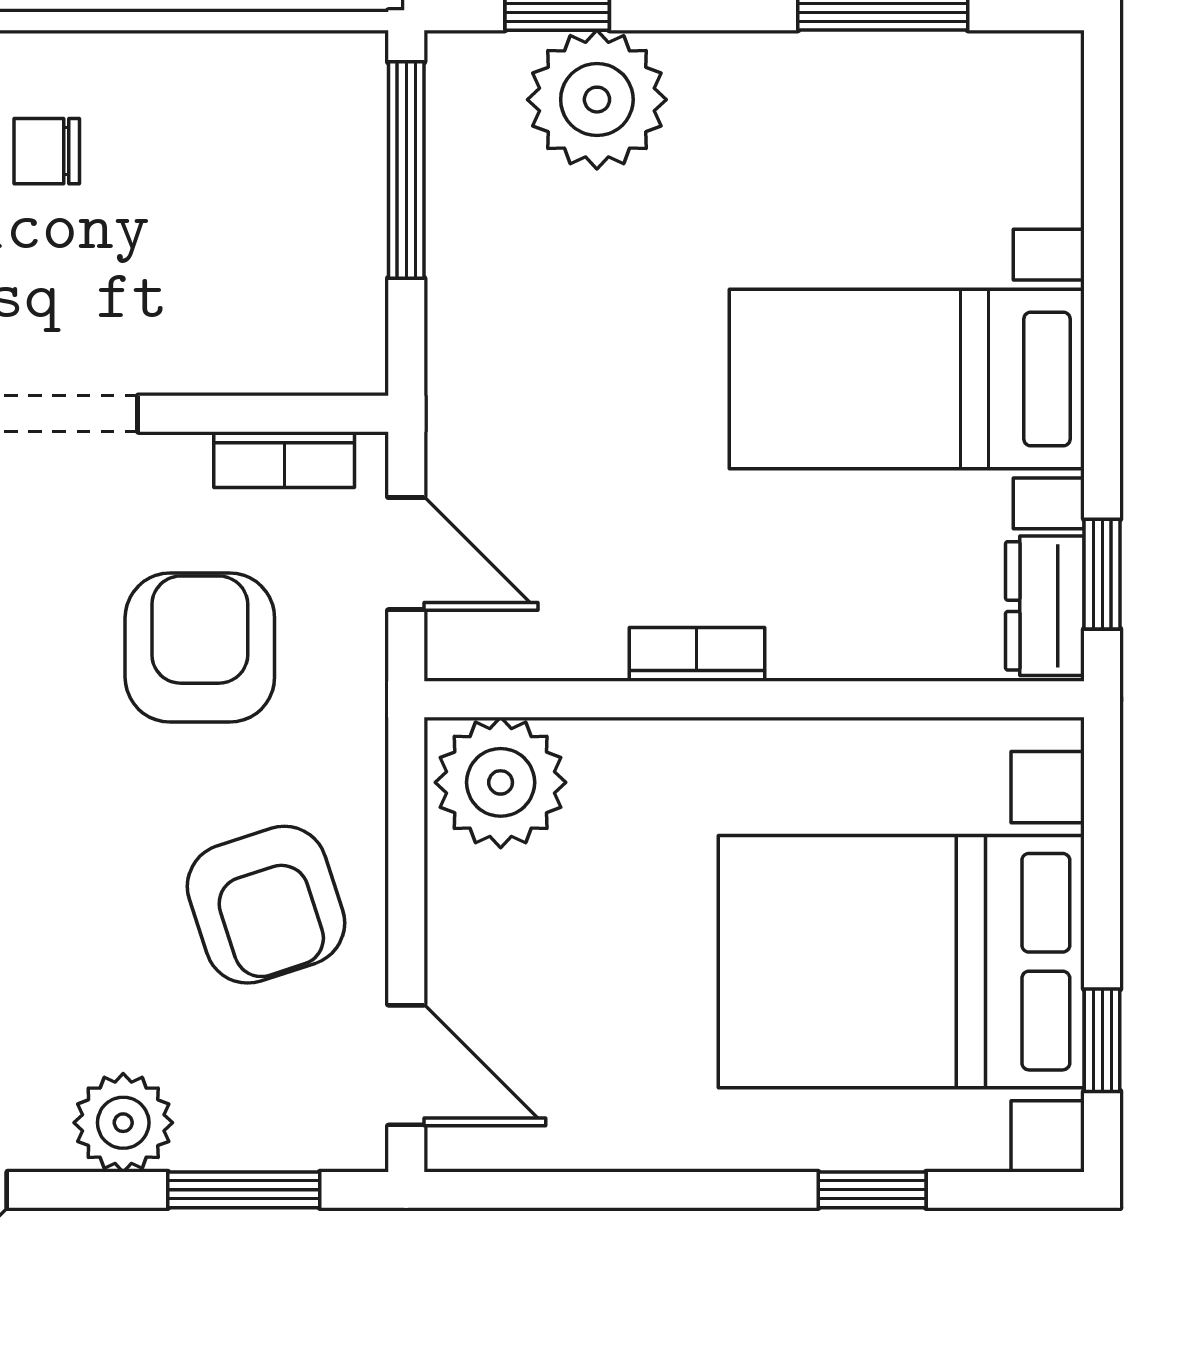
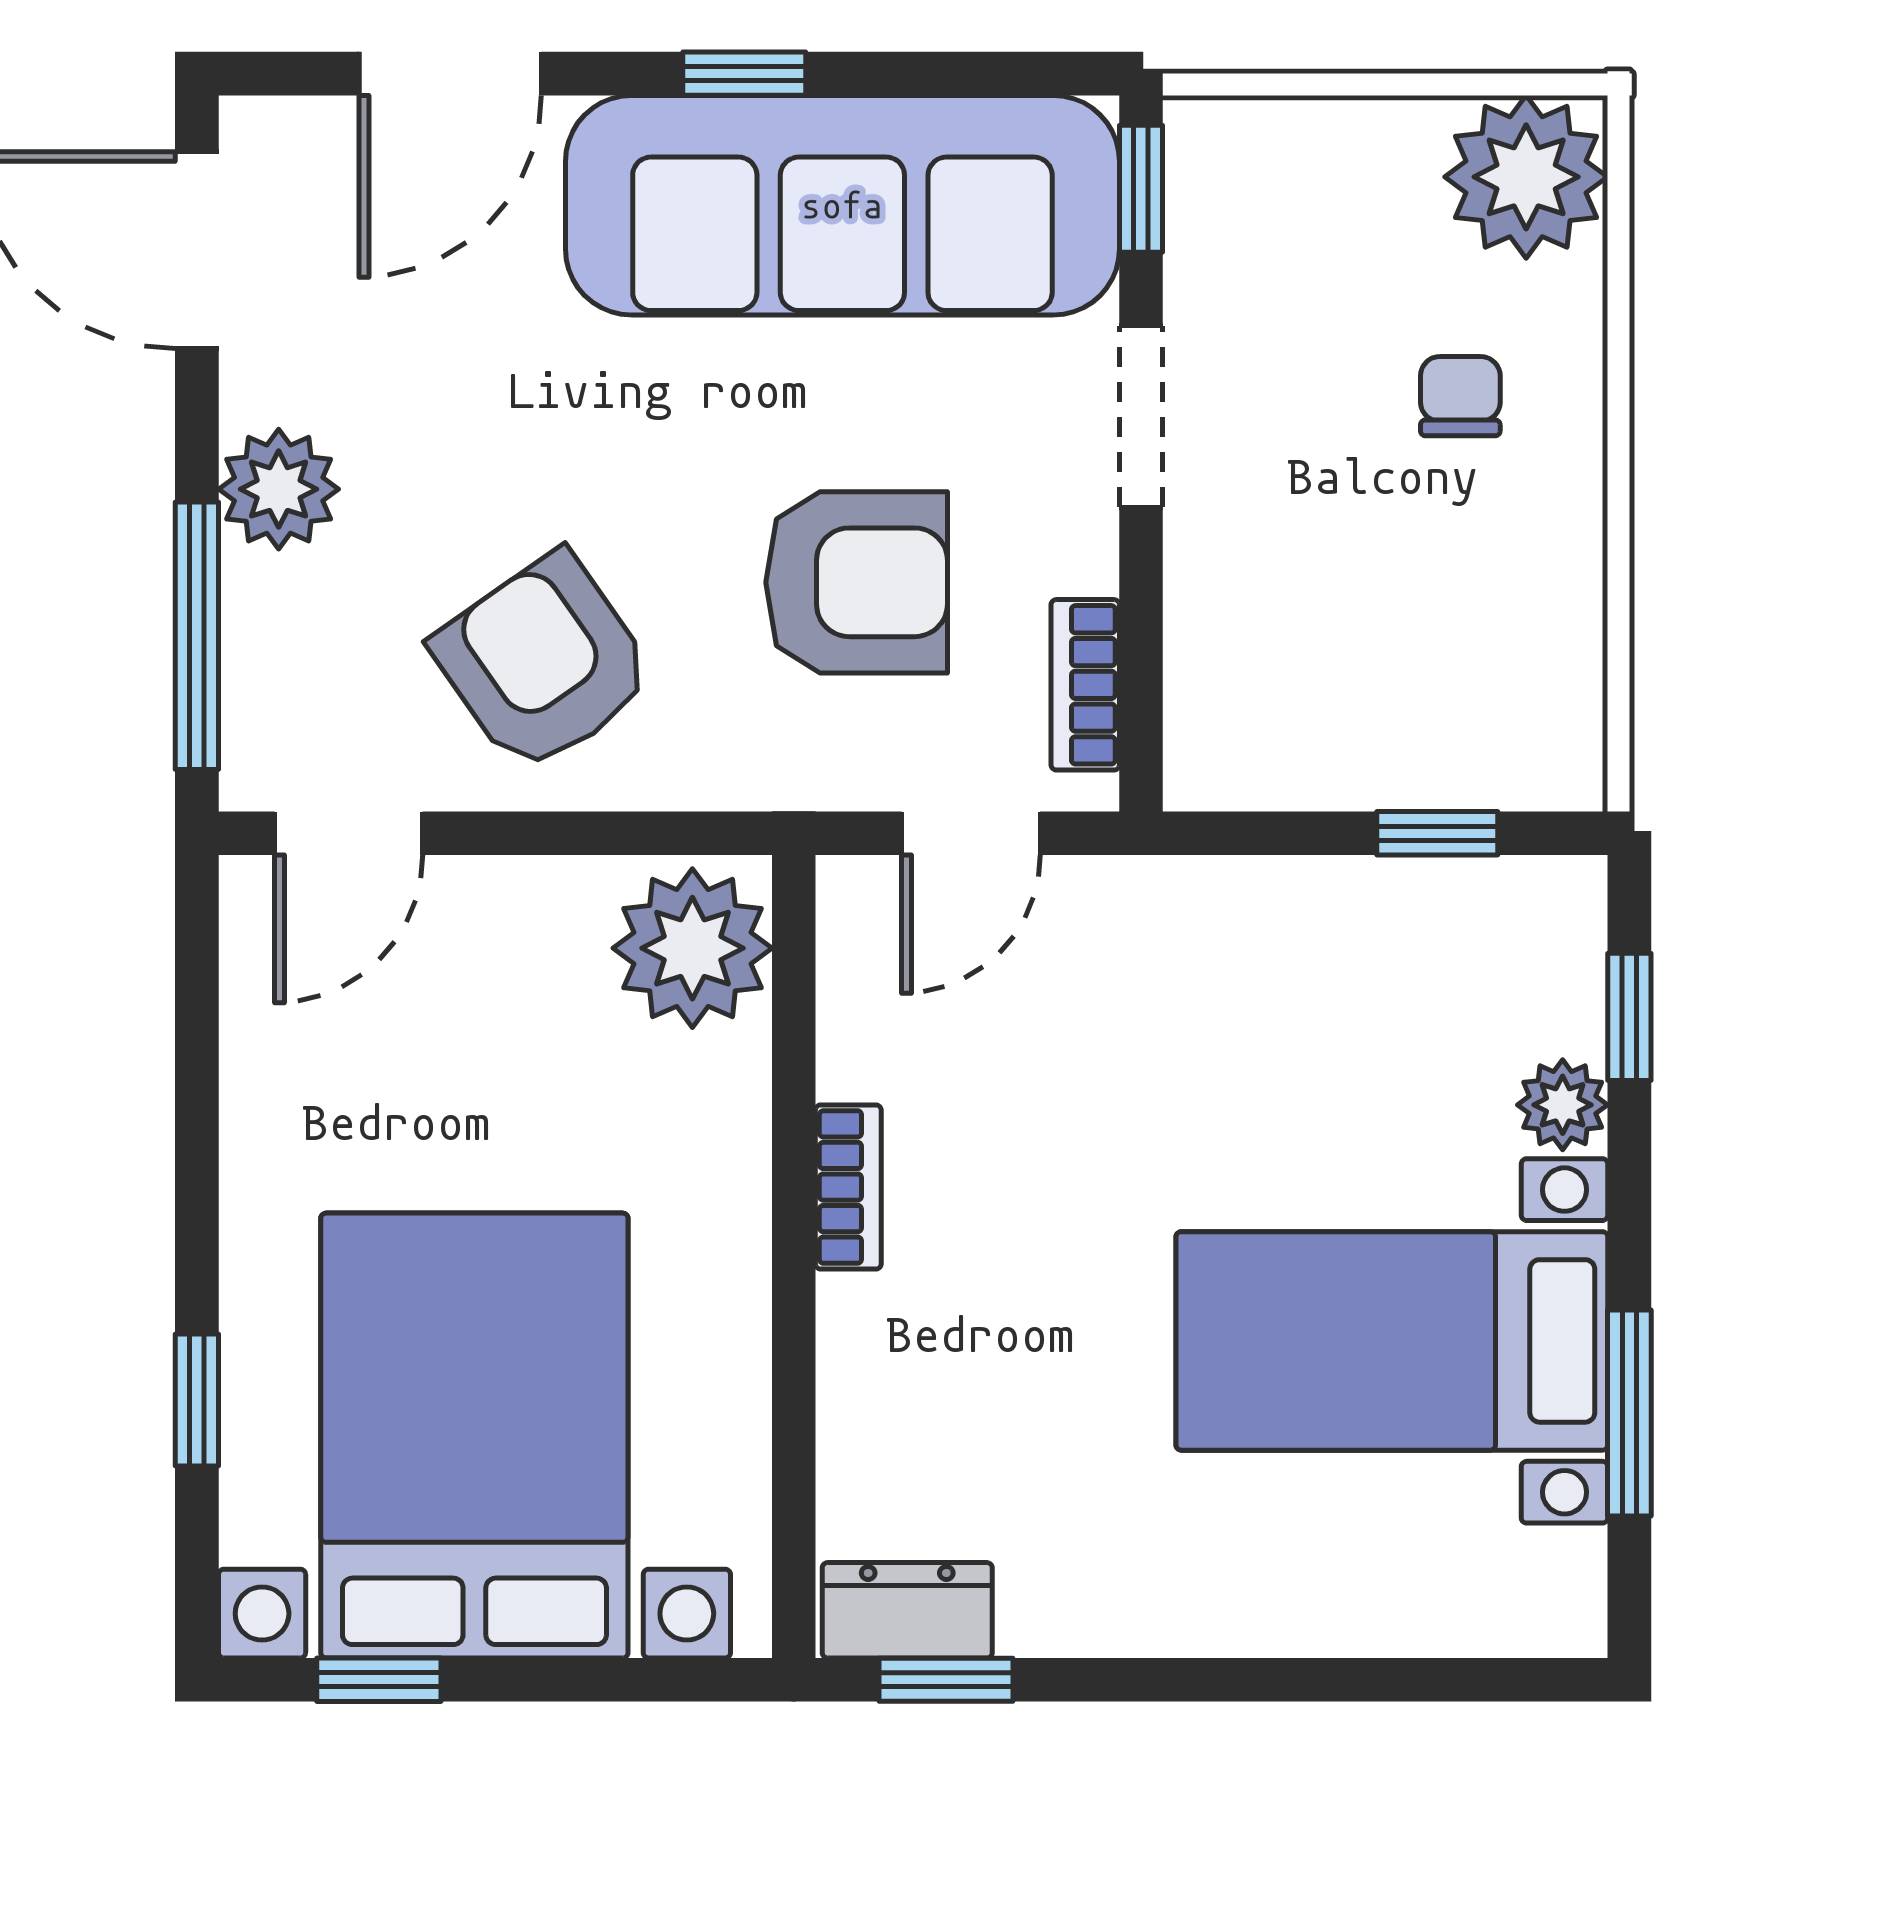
plant: (597, 100) -> (1563, 1105), width x0.53, depth x0.53
window: (406, 170) -> (1437, 833), width x0.46
bed with nightstands: (907, 379) -> (1392, 1341), moved, turned -90
armchair: (266, 905) -> (544, 663), turned 73
window: (244, 1190) -> (197, 636), width x1.44

